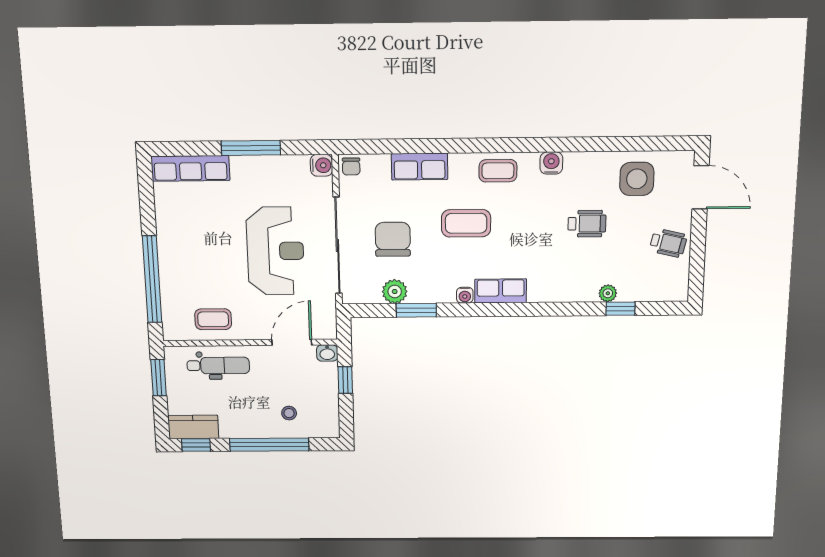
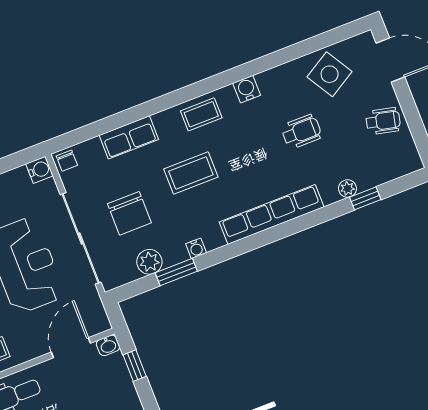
side table: (637, 179) -> (330, 74), turned -31
chair: (393, 239) -> (129, 213), turned 180
row of seats: (501, 291) -> (272, 214), width x2.02
water cooler: (465, 295) -> (196, 248), moved

